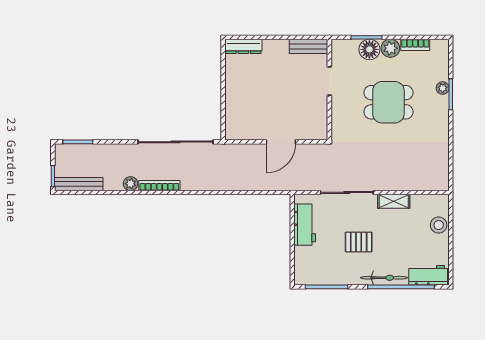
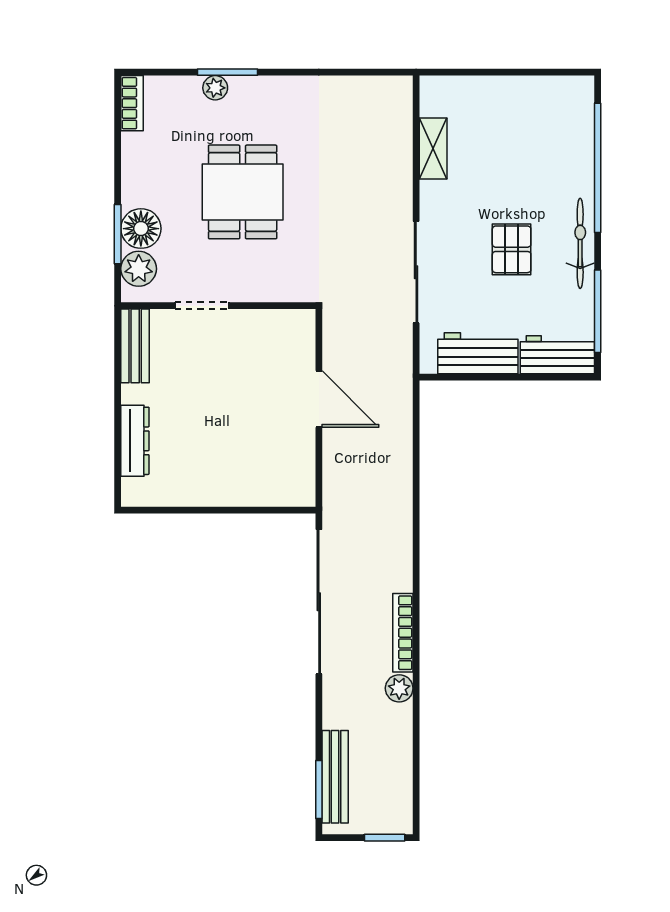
bookcase: (415, 45) -> (132, 103), moved
dresser: (243, 46) -> (135, 441), moved
plant: (390, 48) -> (139, 269), moved
bench: (79, 184) -> (335, 777), moved
shelving: (394, 201) -> (433, 149), moved
stool: (439, 225) -> (479, 95), removed
workbench: (428, 275) -> (557, 355), moved, turned 90
bicycle: (384, 278) -> (580, 243), moved

